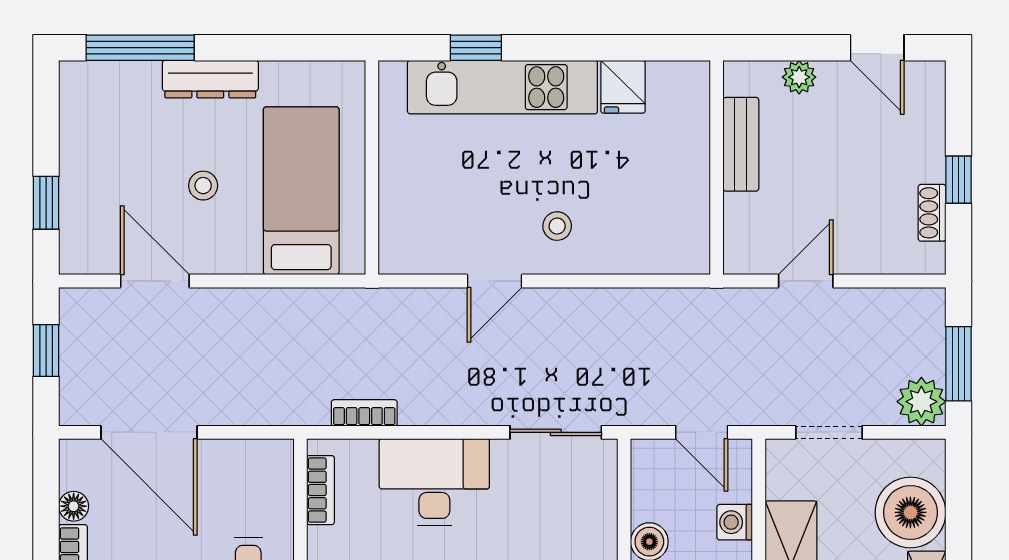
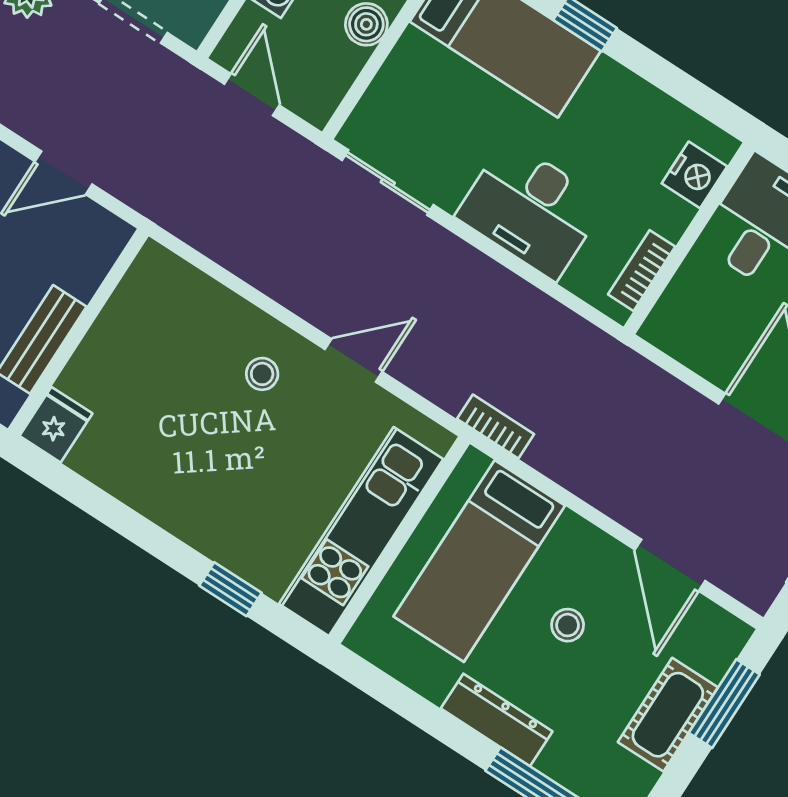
kitchen unit: (502, 87) -> (361, 532), moved, turned -90
fridge: (623, 87) -> (56, 425), moved
cot: (83, 167) -> (668, 715), added
window: (46, 203) -> (724, 704), width x1.50
bookcase: (364, 413) -> (496, 427), moved, turned 180

